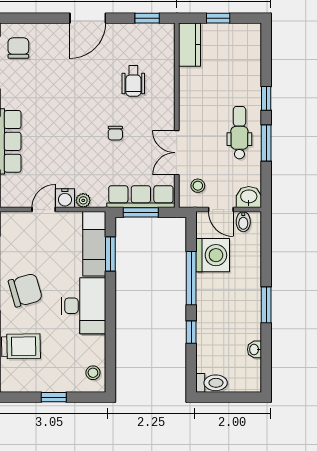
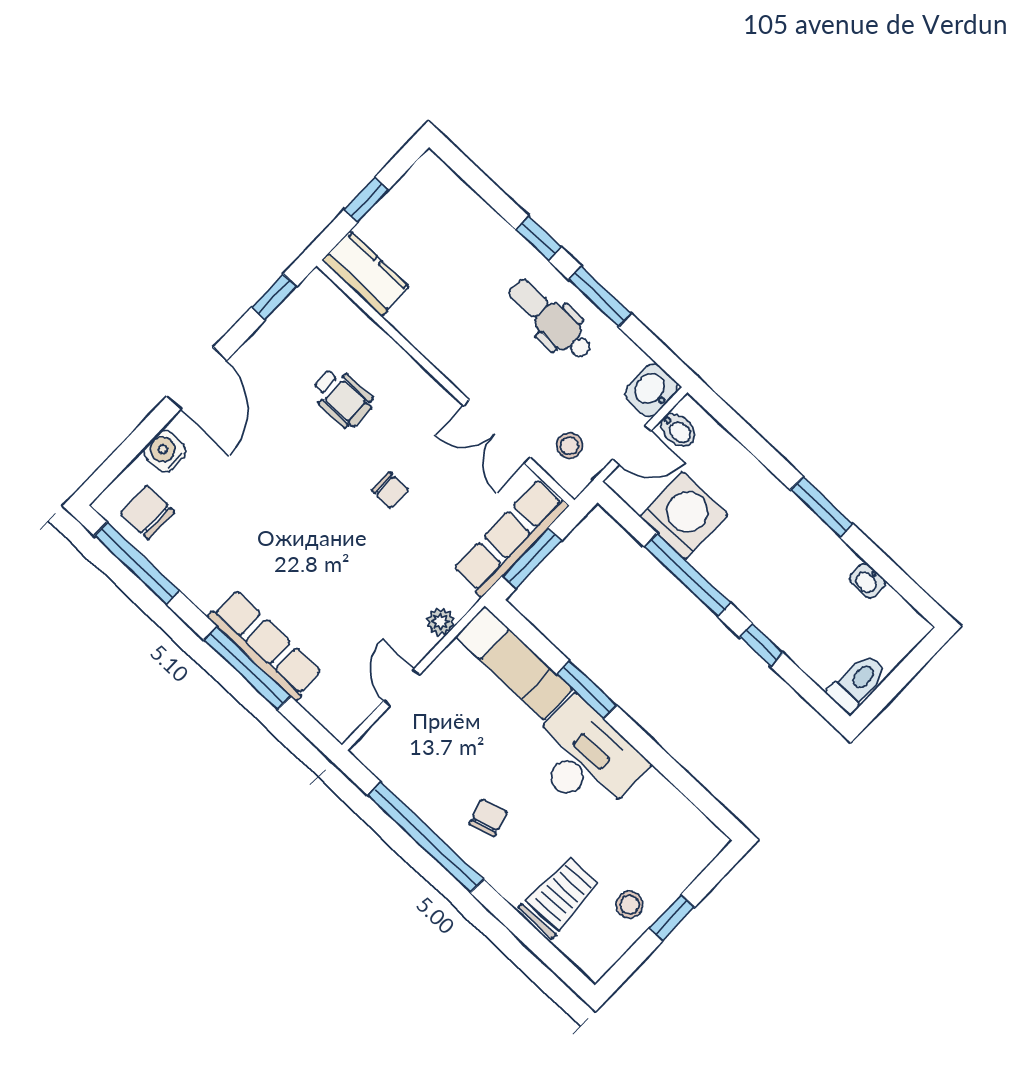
water cooler: (65, 198) -> (165, 451), moved, turned 180
window: (110, 254) -> (587, 690), moved
chair: (25, 290) -> (488, 818), width x0.54, depth x0.54
stool: (93, 373) -> (630, 905), moved

